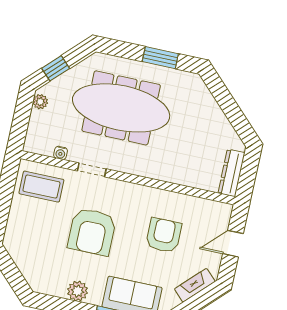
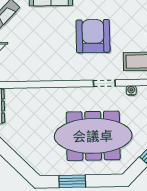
armchair: (164, 235) -> (38, 46), removed

